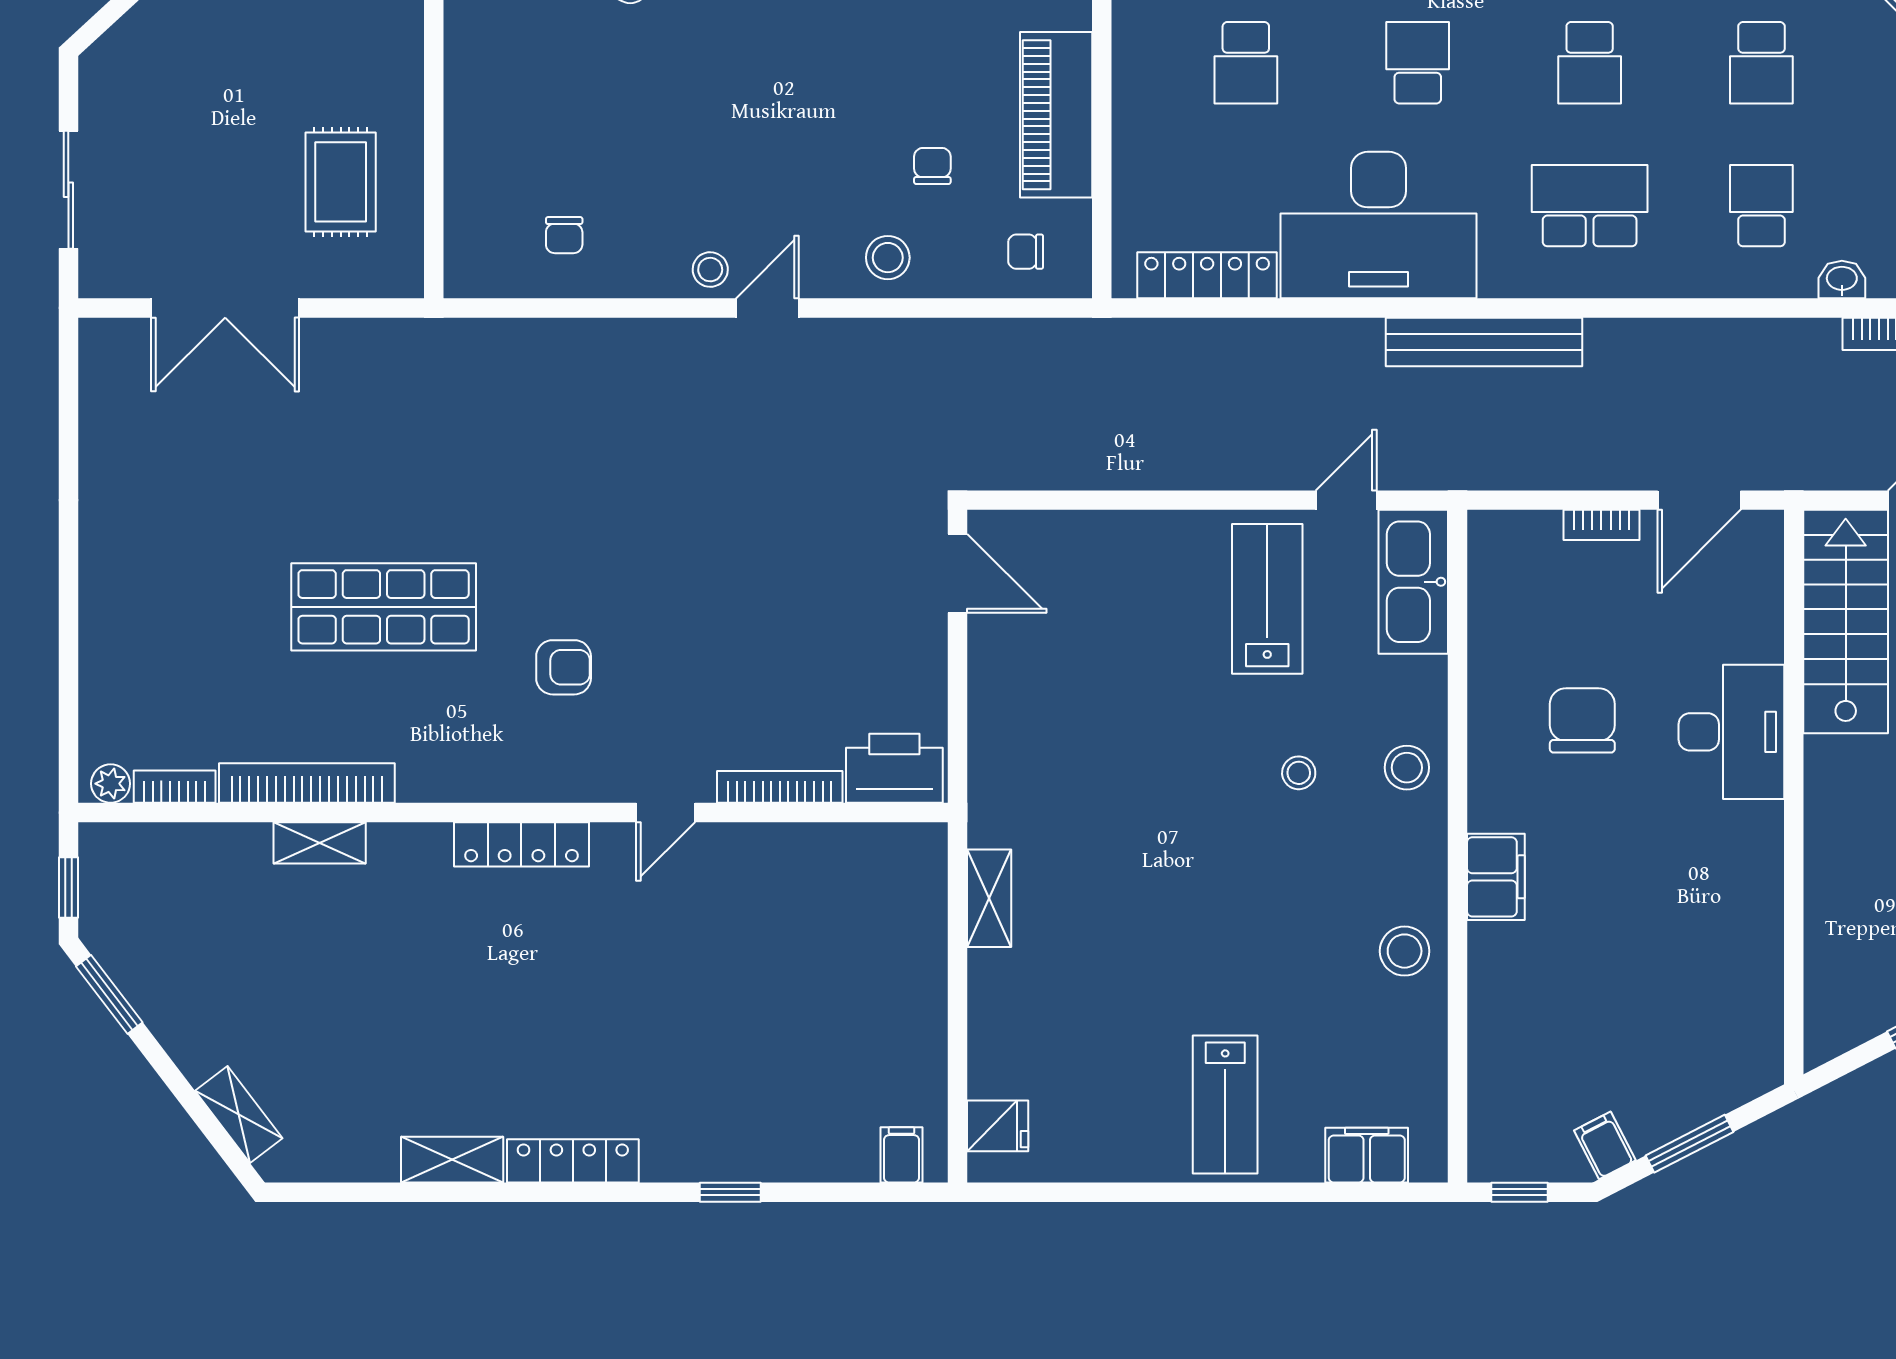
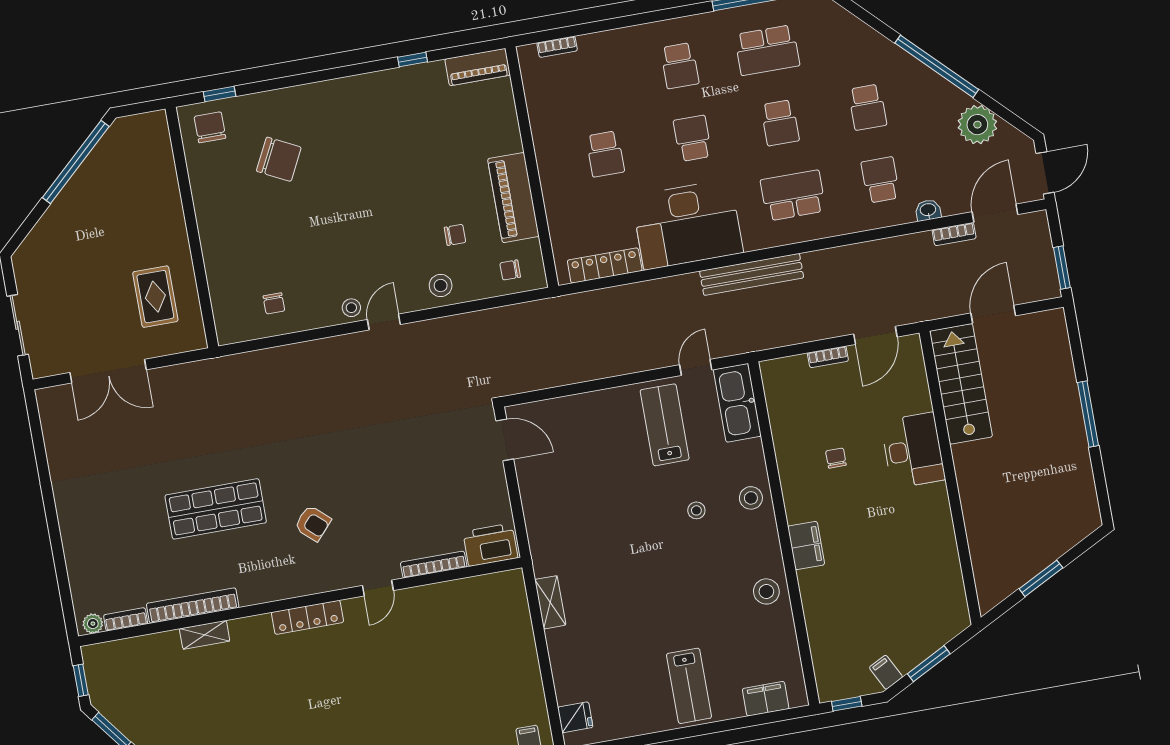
chair: (932, 166) -> (455, 235), turned 90
armchair: (564, 667) -> (313, 523), turned 42
chair: (1582, 720) -> (836, 458), width x0.54, depth x0.54

